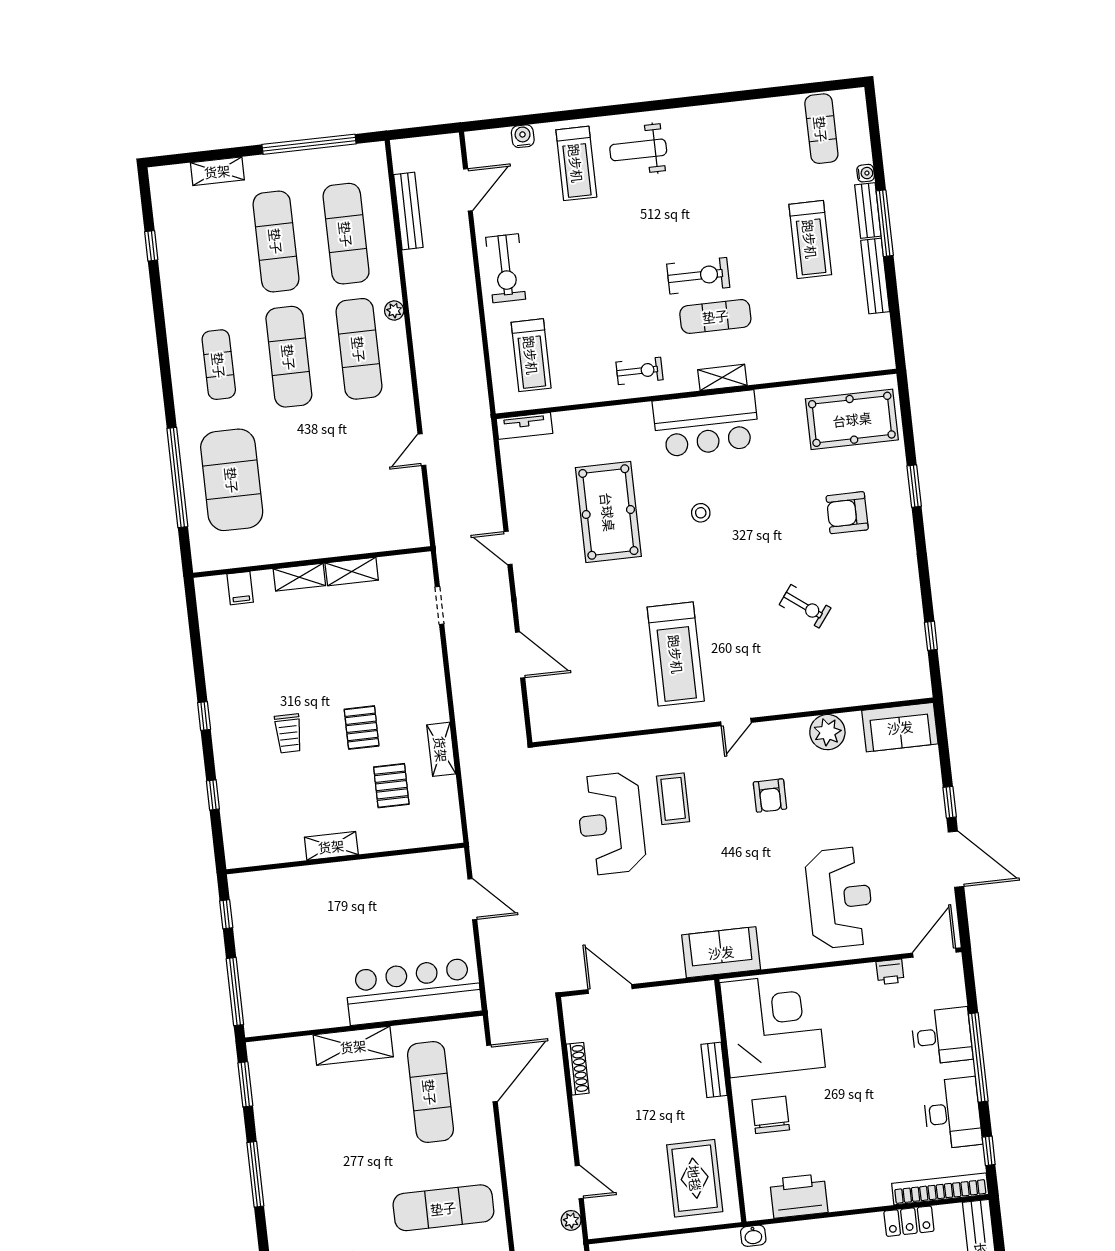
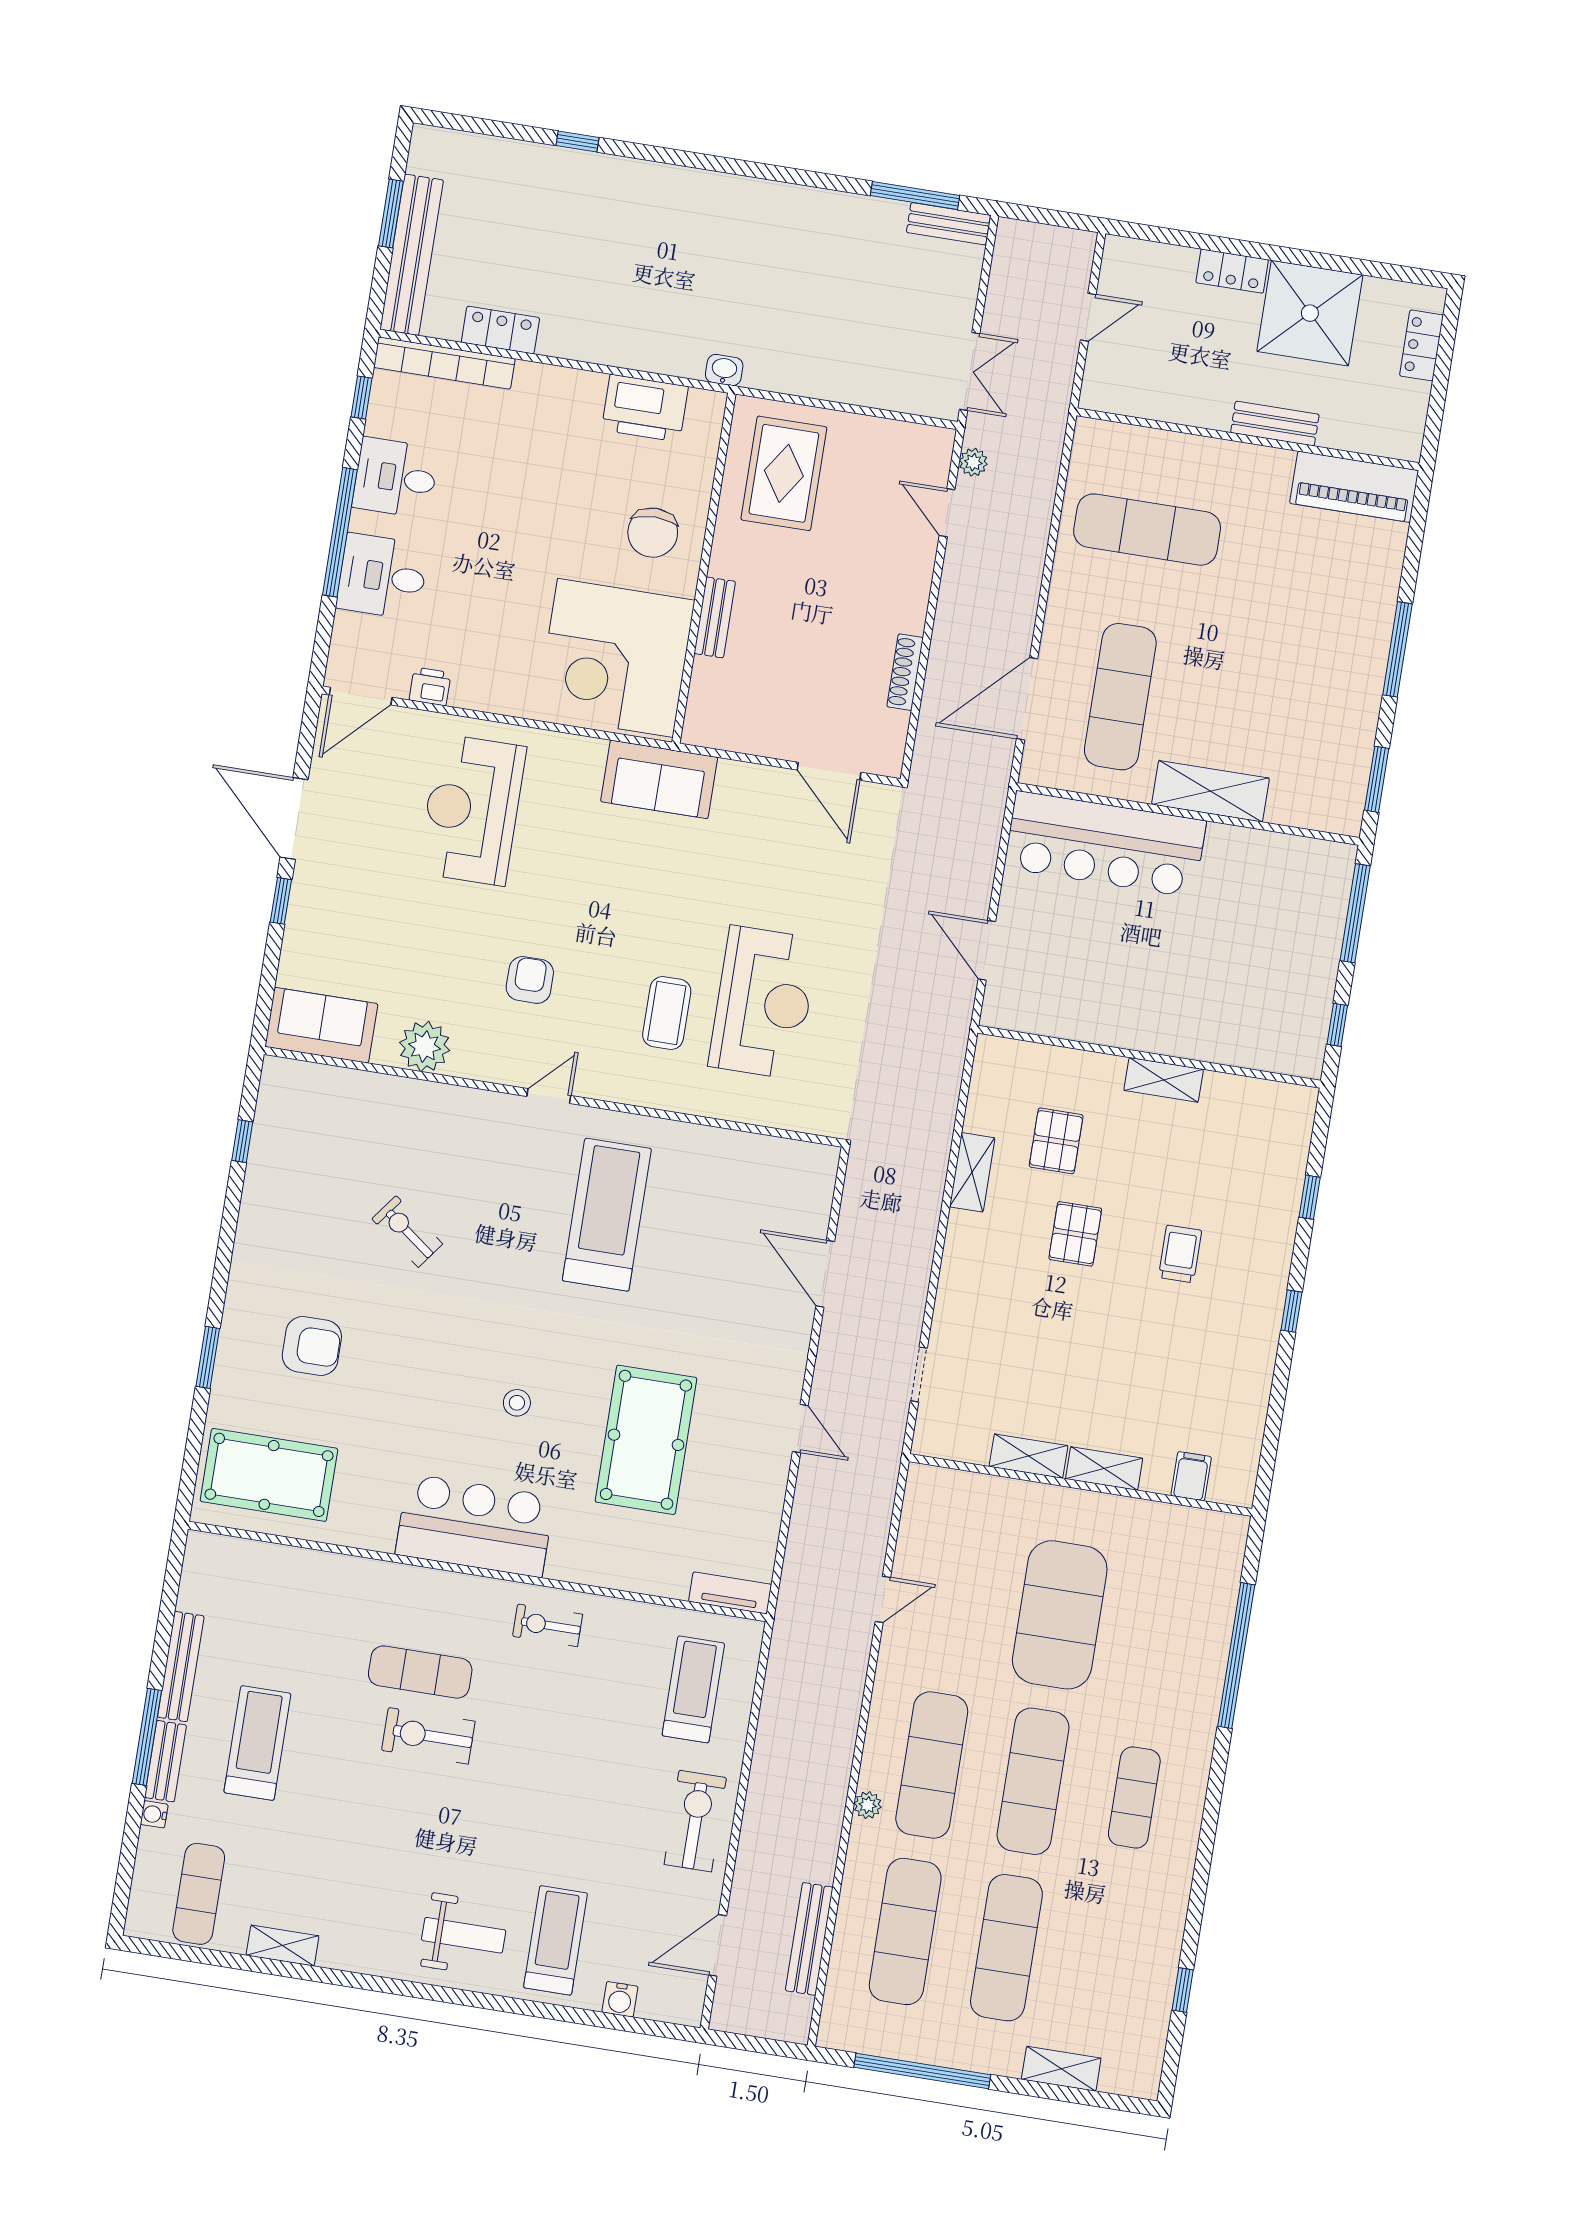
shelving: (722, 377) -> (283, 1946), moved
exercise mat: (232, 480) -> (1060, 1615), moved
desk: (952, 1113) -> (395, 478), width x0.73

